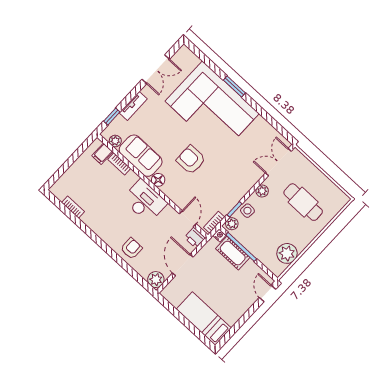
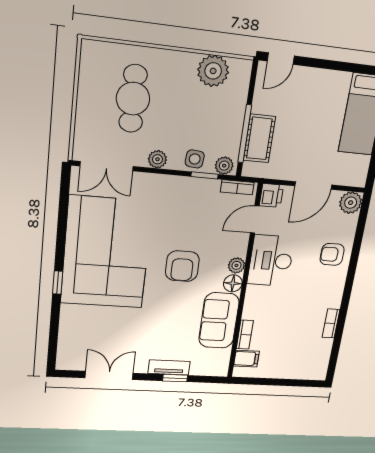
window: (234, 86) -> (58, 283), width x0.67
corner sofa: (212, 107) -> (106, 253), moved
window: (112, 117) -> (175, 378), moved
plant: (115, 141) -> (236, 265), moved
desk: (145, 201) -> (271, 261), moved
bookcase: (73, 207) -> (331, 323), moved
nightstand: (219, 235) -> (249, 170), removed

